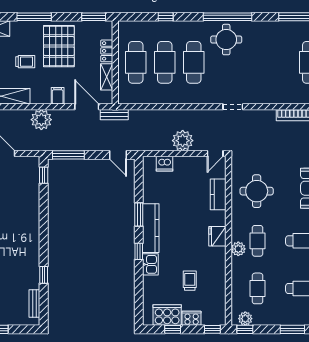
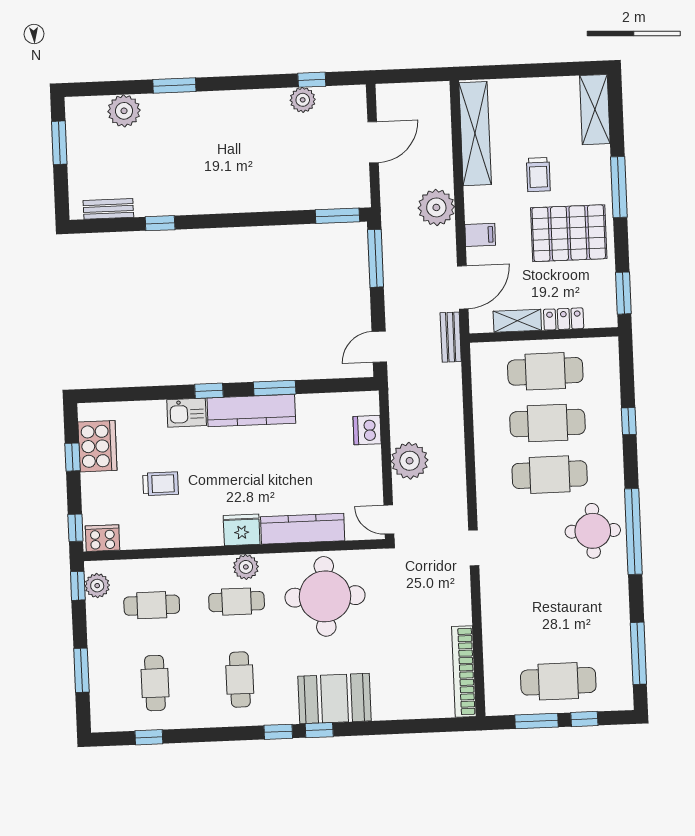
window: (44, 175) -> (337, 216), width x1.50
round table: (257, 191) -> (325, 596), width x1.36, depth x1.36
kitchen counter: (218, 194) -> (303, 529), width x1.50
plant: (238, 249) -> (246, 567), moved
cooker: (192, 318) -> (103, 538), moved, turned -90

